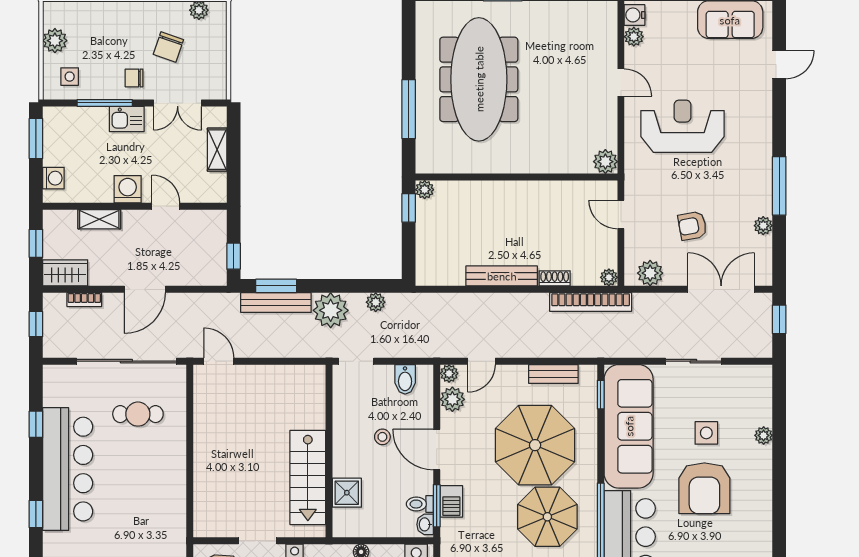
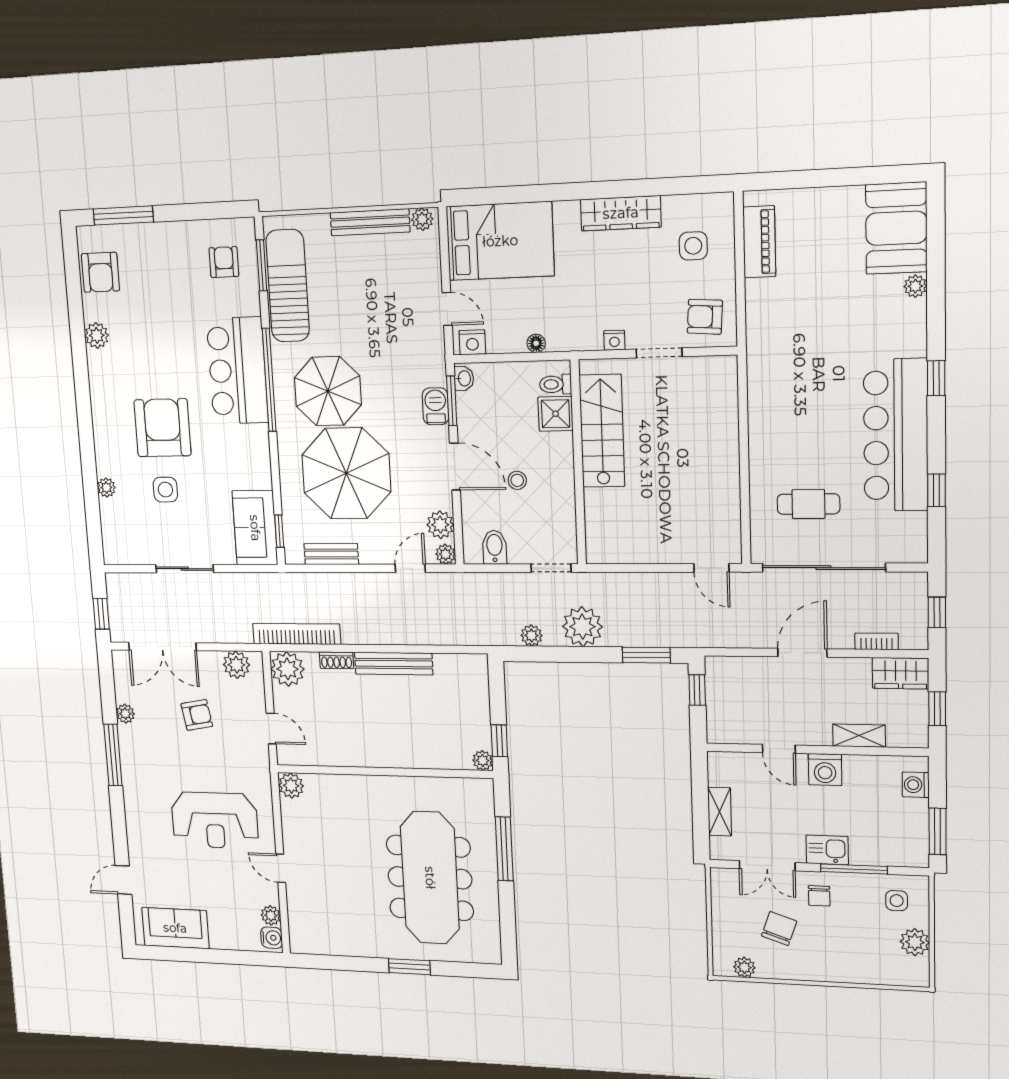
chair: (134, 78) -> (819, 896), turned 90
double door: (178, 103) -> (767, 866), swing flipped
plant: (609, 277) -> (288, 669), width x1.87, depth x1.87
bench: (276, 303) -> (646, 636), removed
sofa: (629, 426) -> (255, 528), width x0.54, depth x0.79
toilet: (420, 504) -> (556, 384), moved, turned 180

